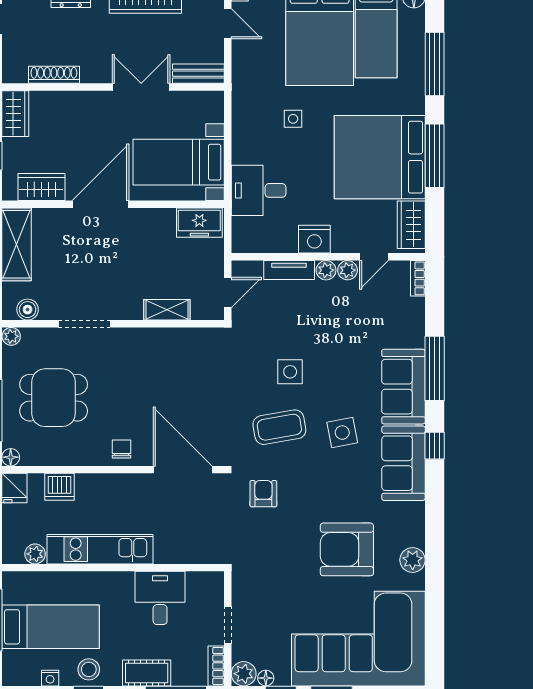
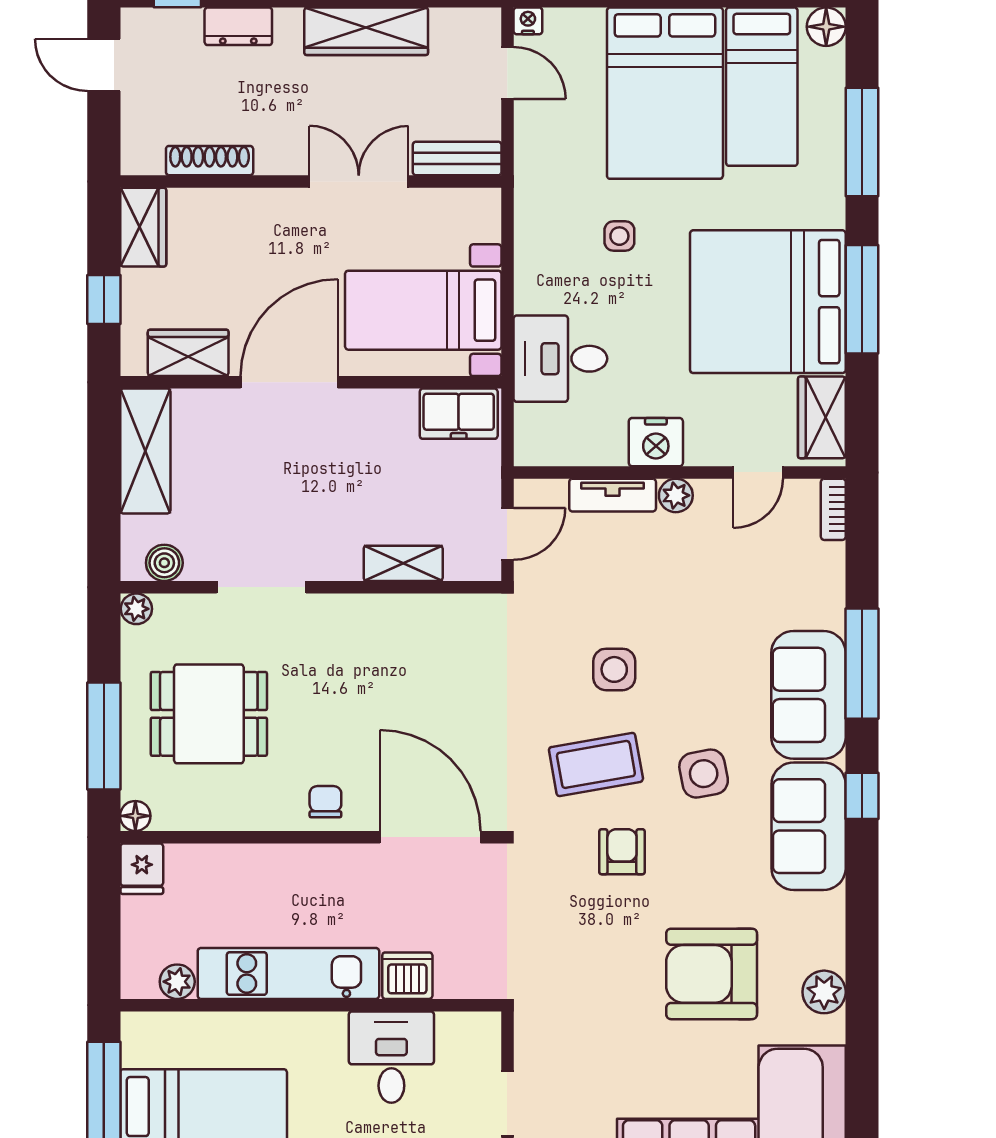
plant: (348, 270) -> (713, 495), removed
dishwasher: (60, 487) -> (407, 976), moved, turned 180
armchair: (263, 494) -> (622, 852), moved

